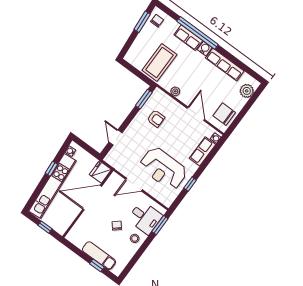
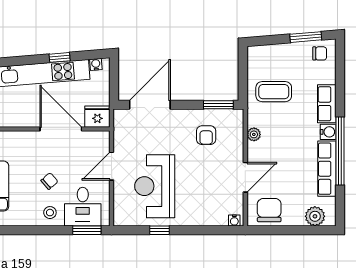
window: (197, 33) -> (340, 151), moved
coffee table: (159, 62) -> (274, 92), width x0.73, depth x0.76
door: (115, 138) -> (150, 105), width x1.88
row of seats: (203, 151) -> (208, 217), removed
door: (134, 185) -> (112, 166), hinge flipped

